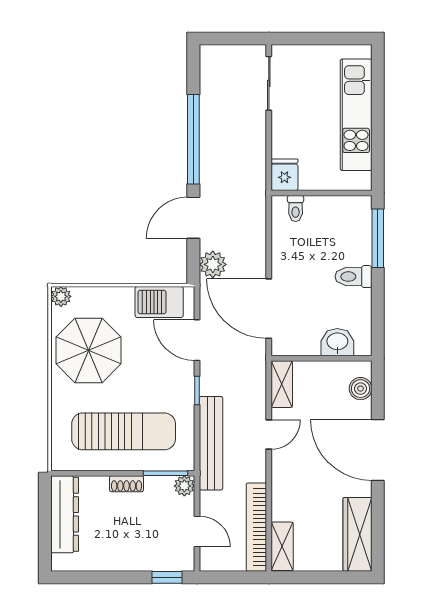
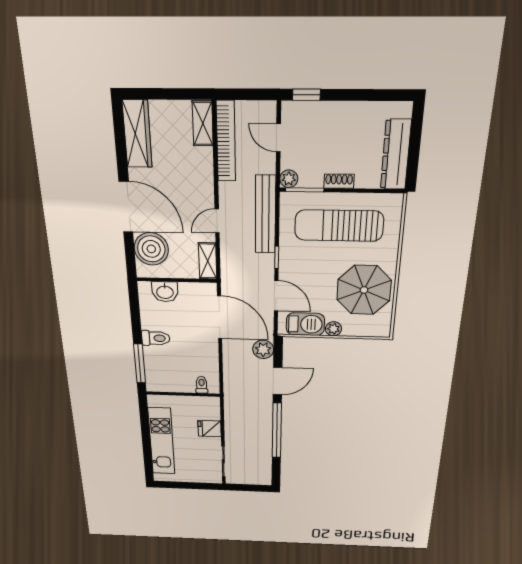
fridge: (284, 175) -> (209, 429), moved, turned 90
plant: (61, 296) -> (333, 329), moved
boiler: (361, 389) -> (151, 249), width x1.86, depth x1.86

